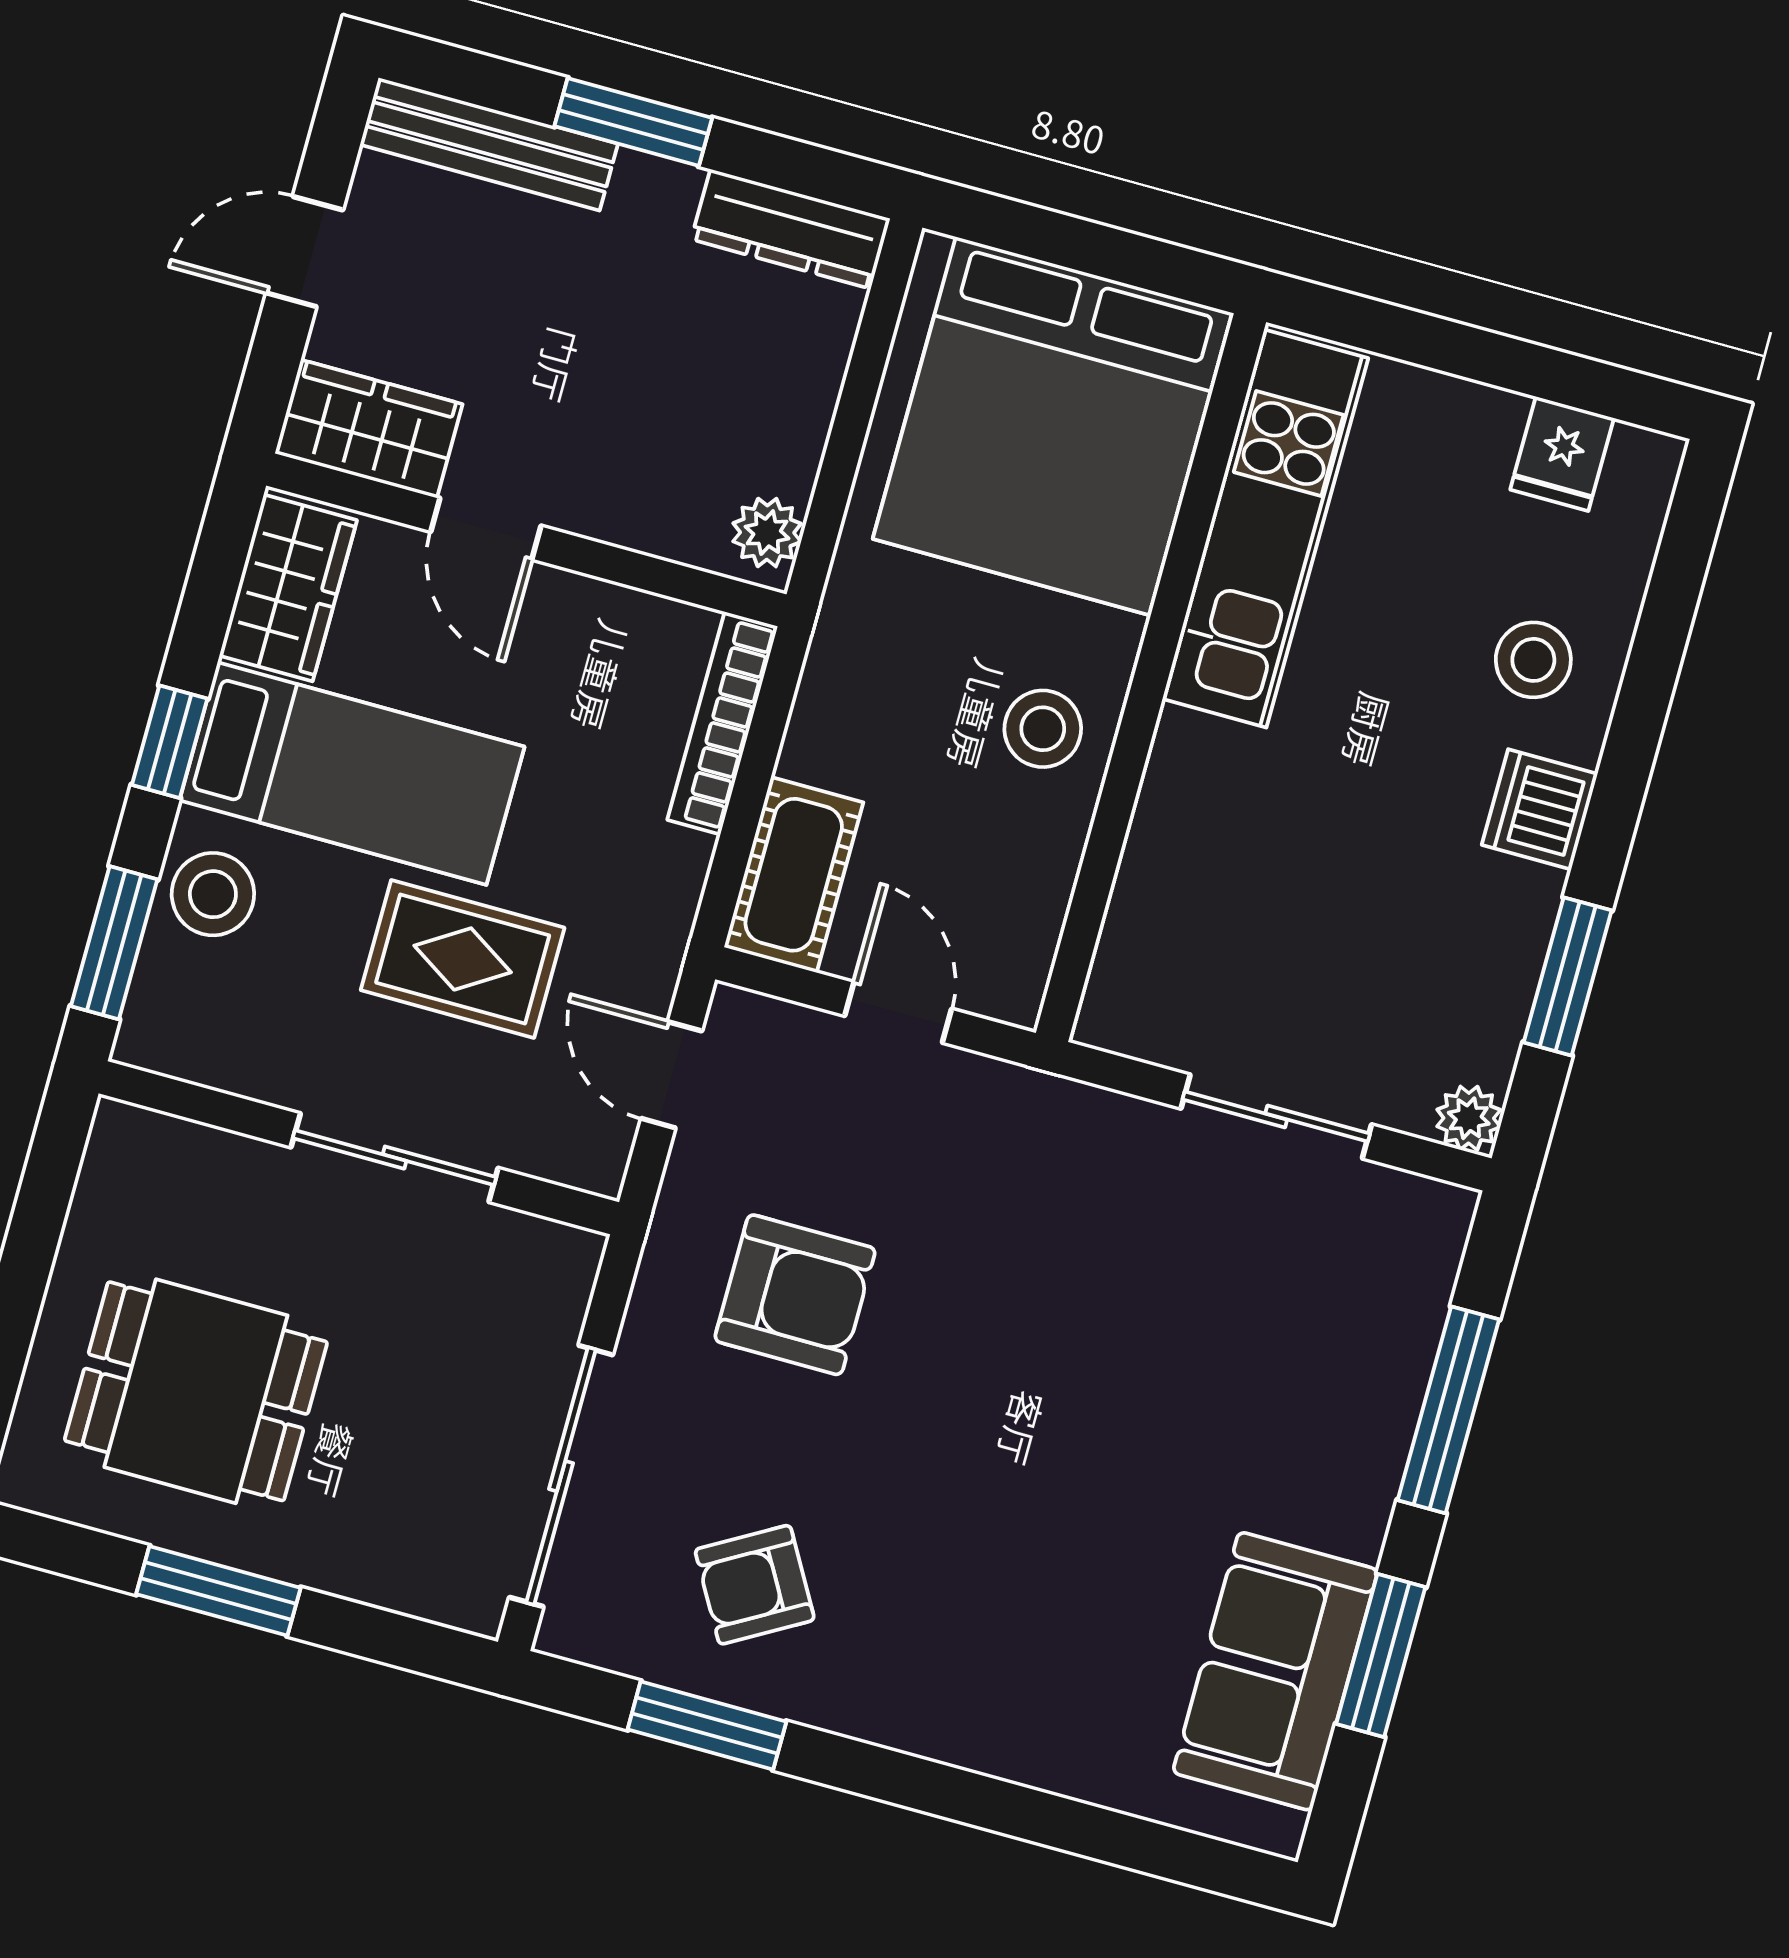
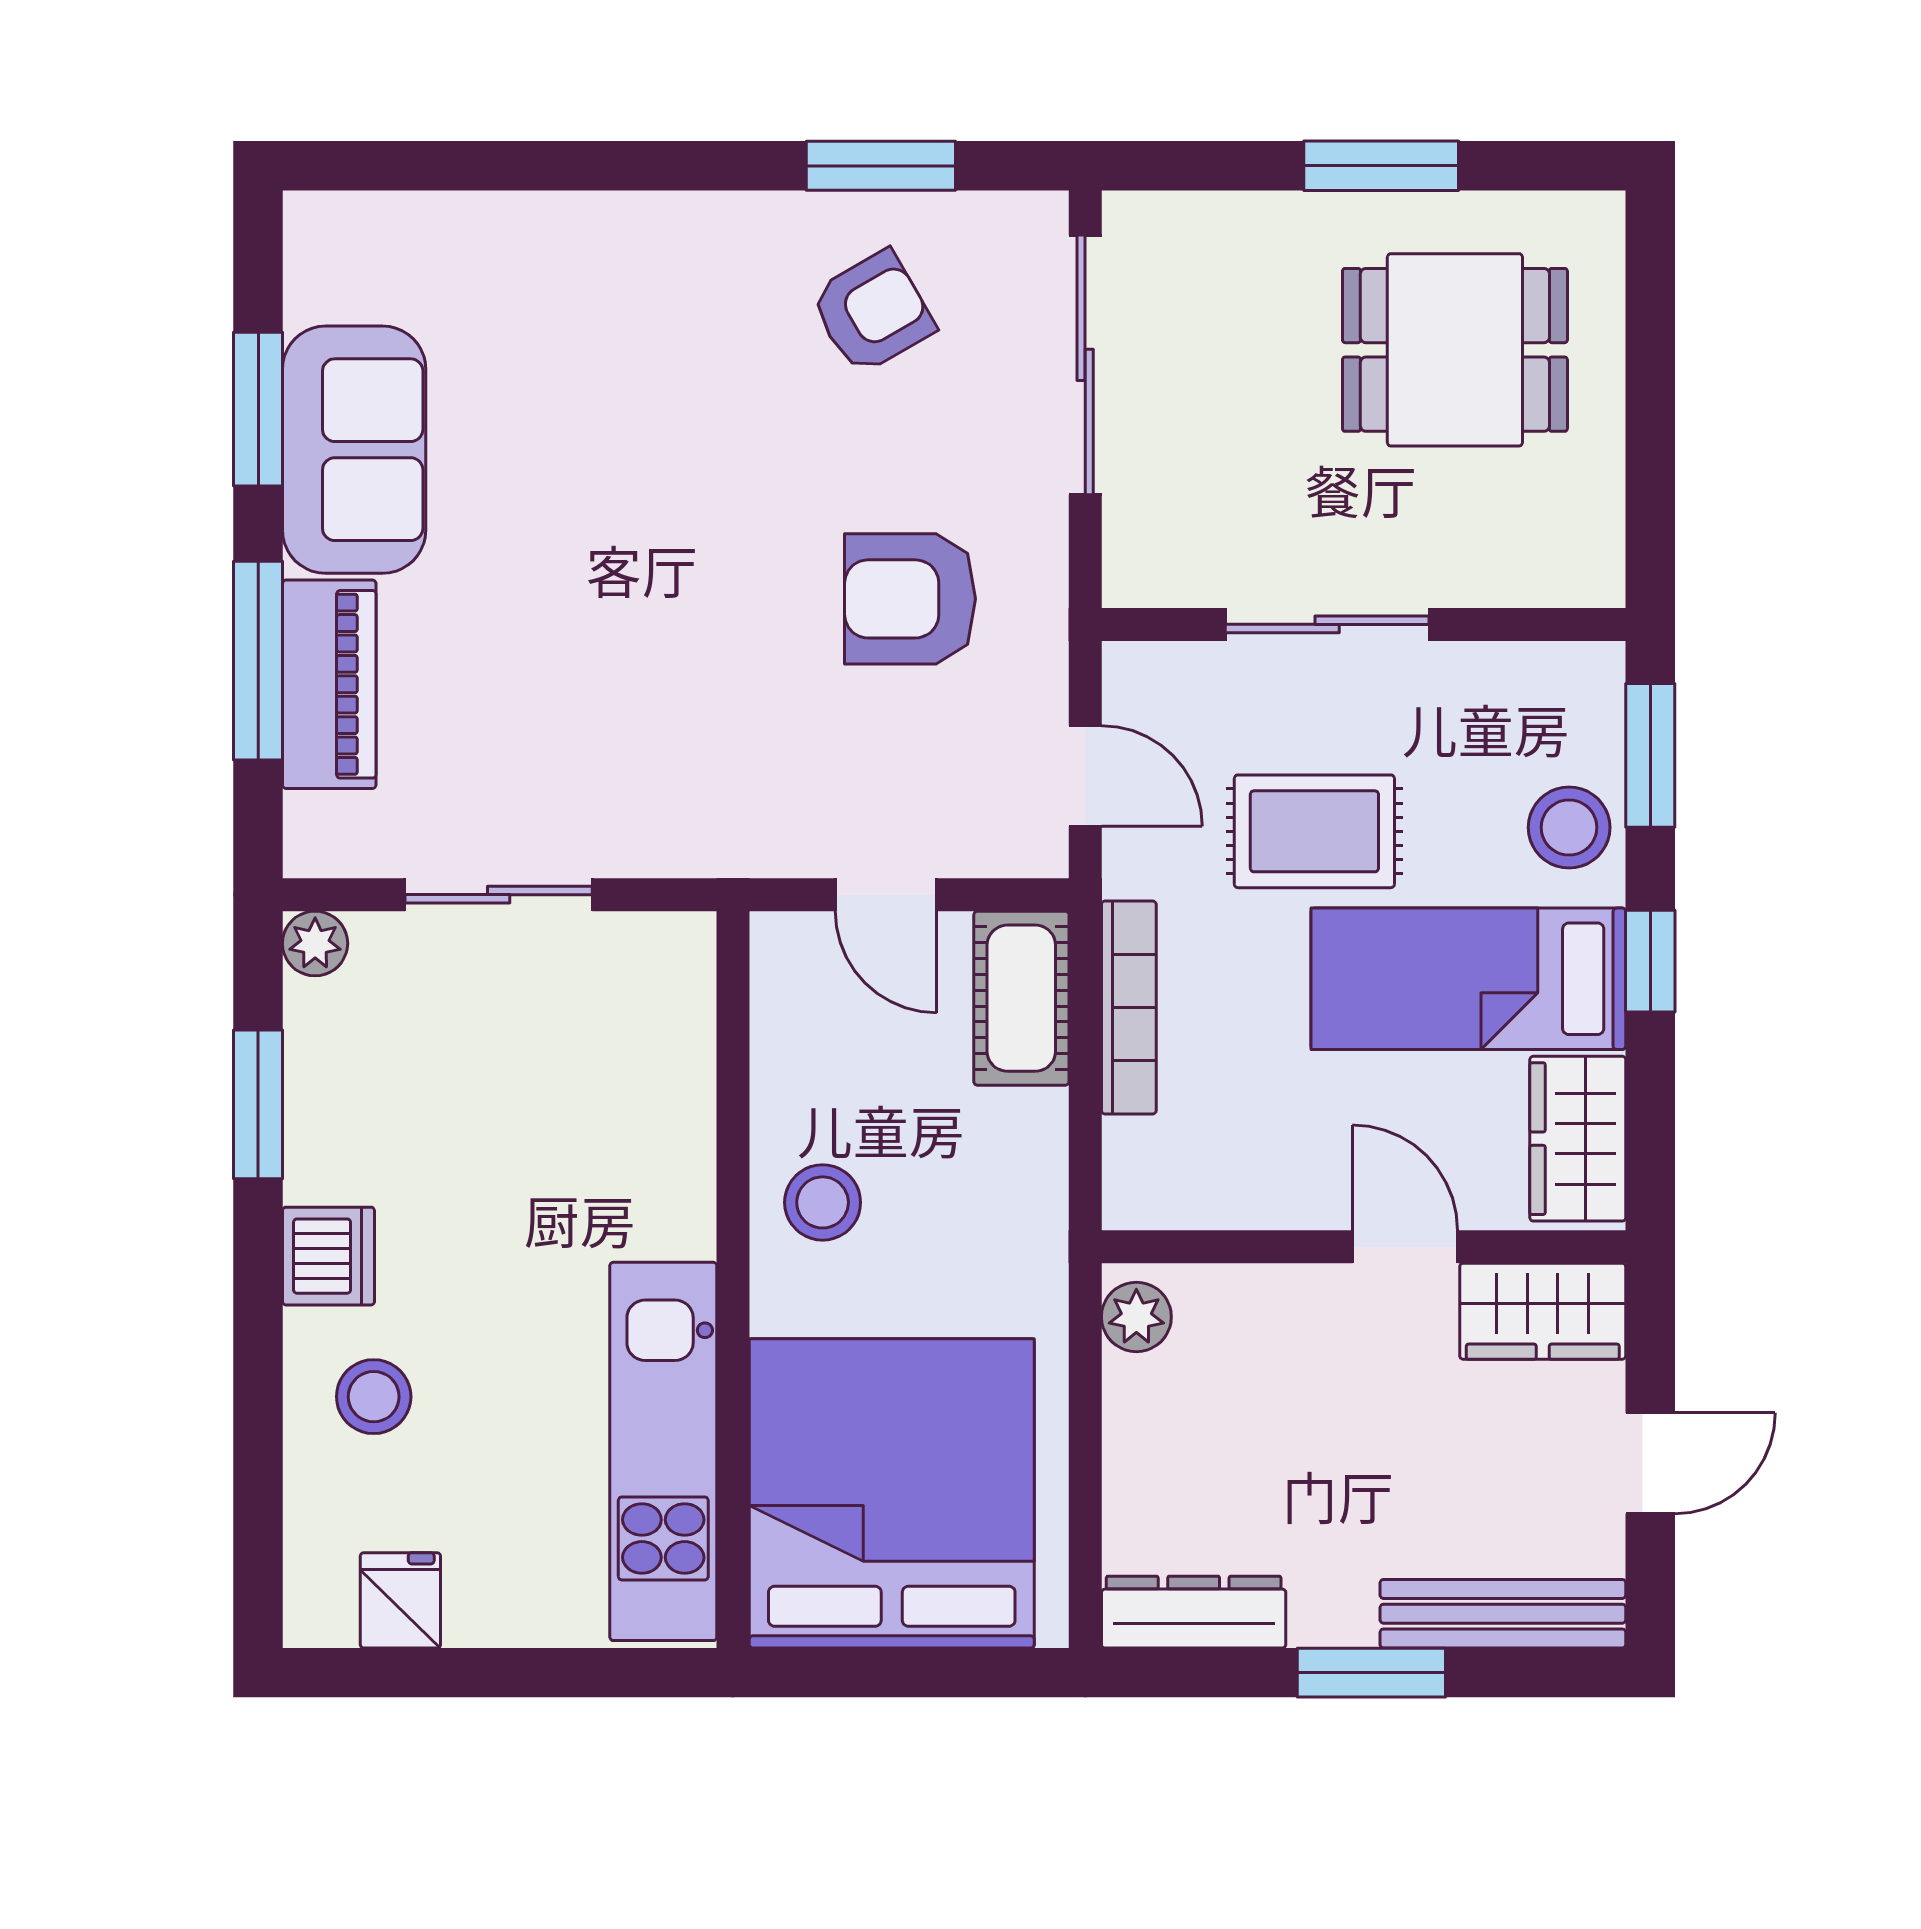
bookcase: (723, 723) -> (1129, 1007), moved
piano: (1385, 1368) -> (329, 684), added
sofa: (1275, 1671) -> (354, 450), moved

